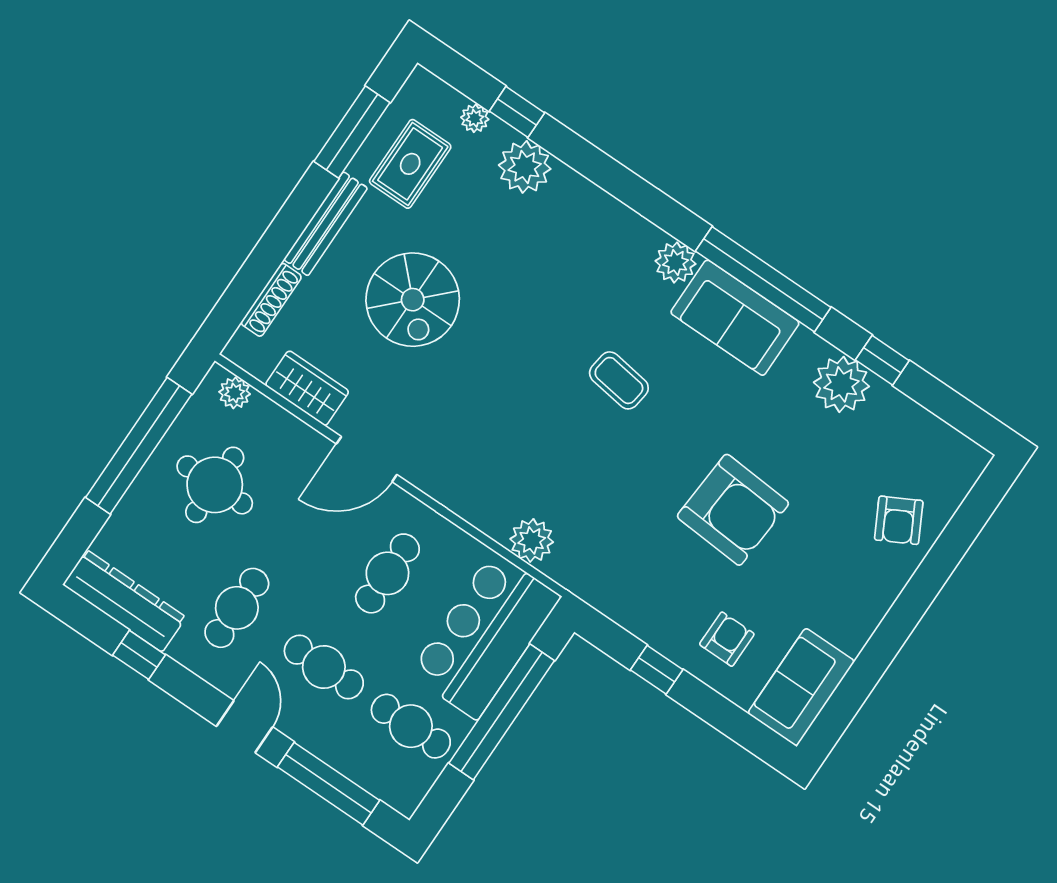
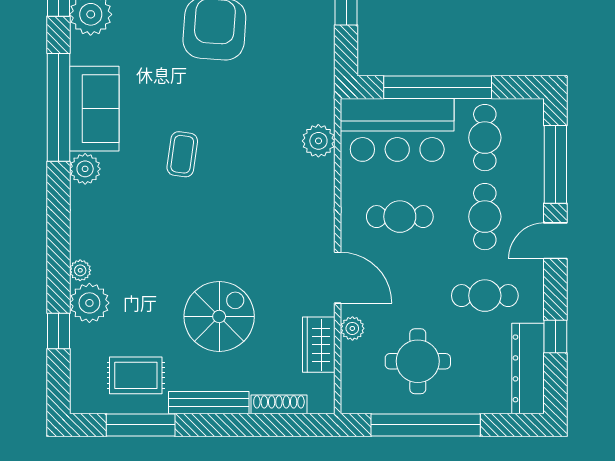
plant: (475, 118) -> (80, 270), moved
plant: (235, 393) -> (352, 328), moved

